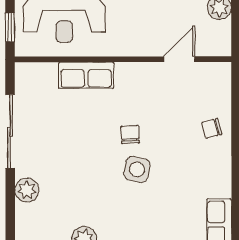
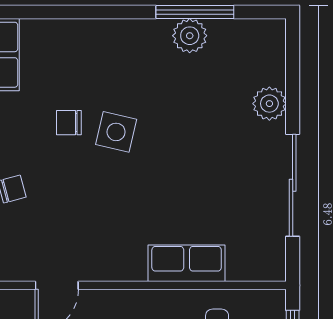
chair: (130, 135) -> (69, 123), moved, turned 92

